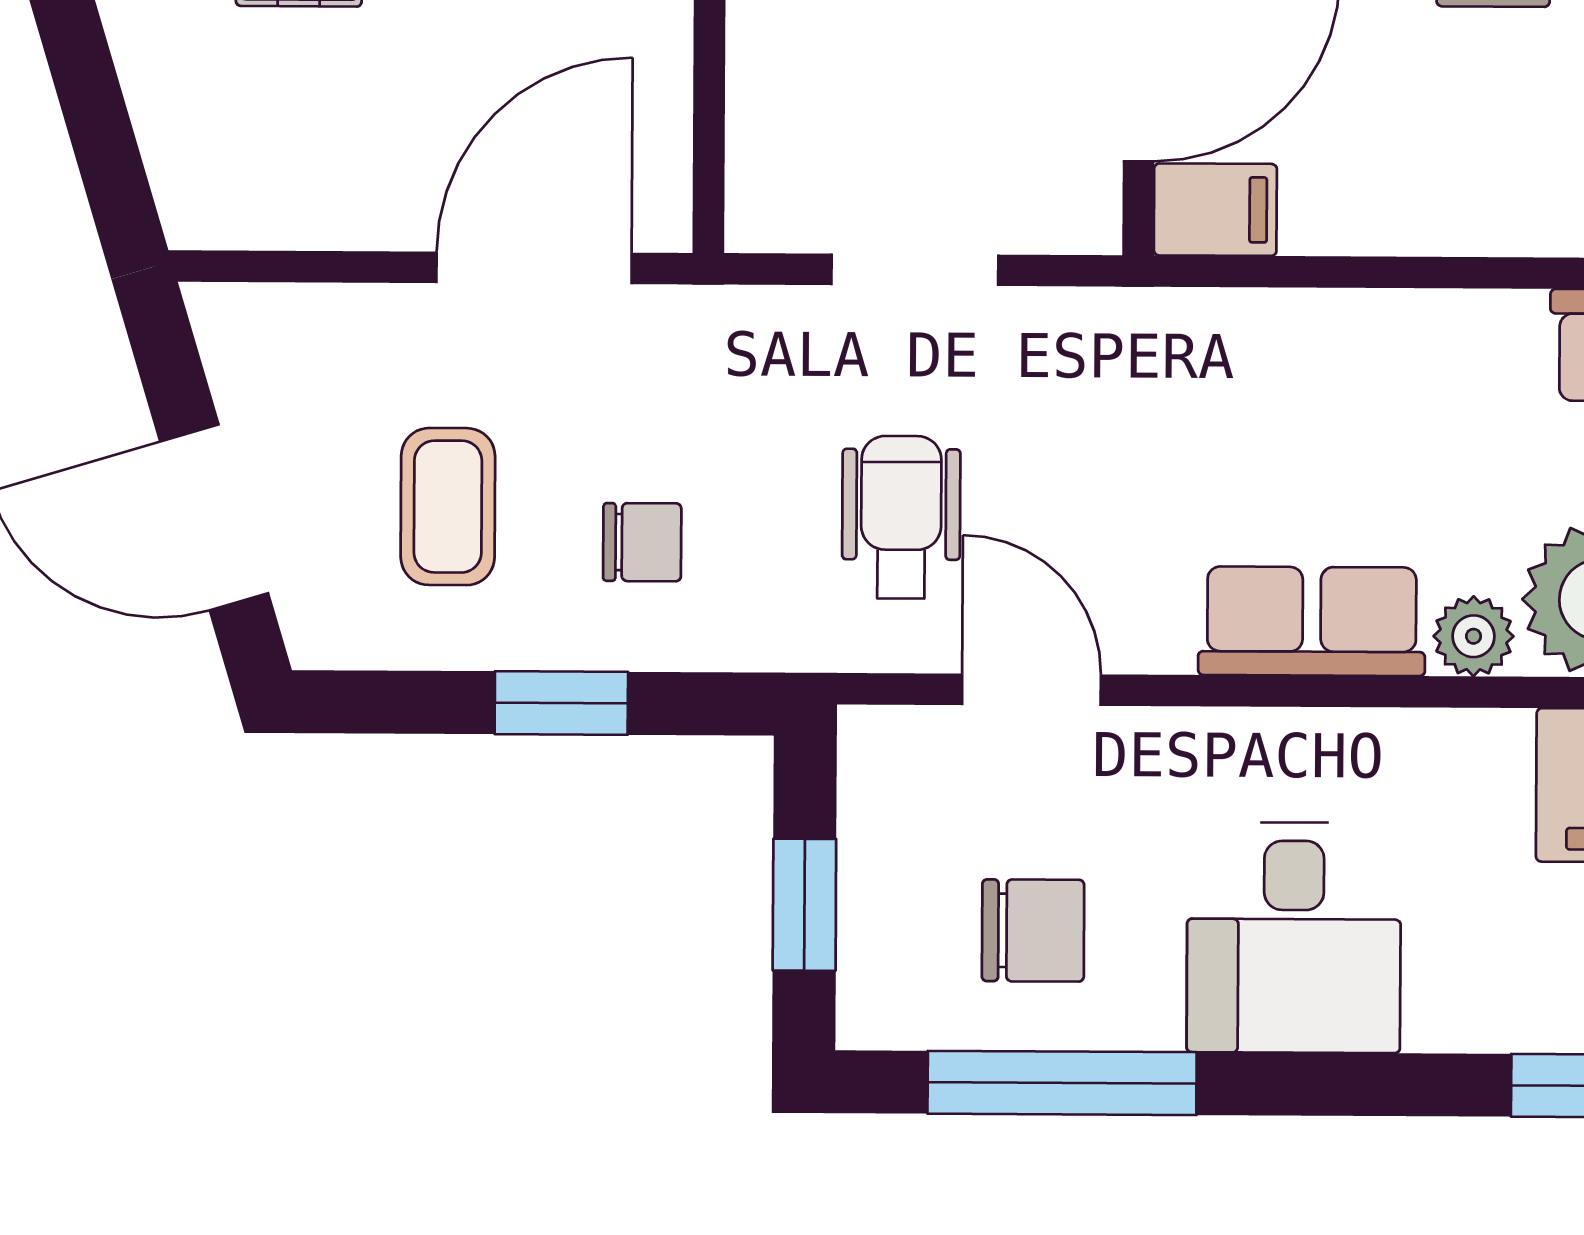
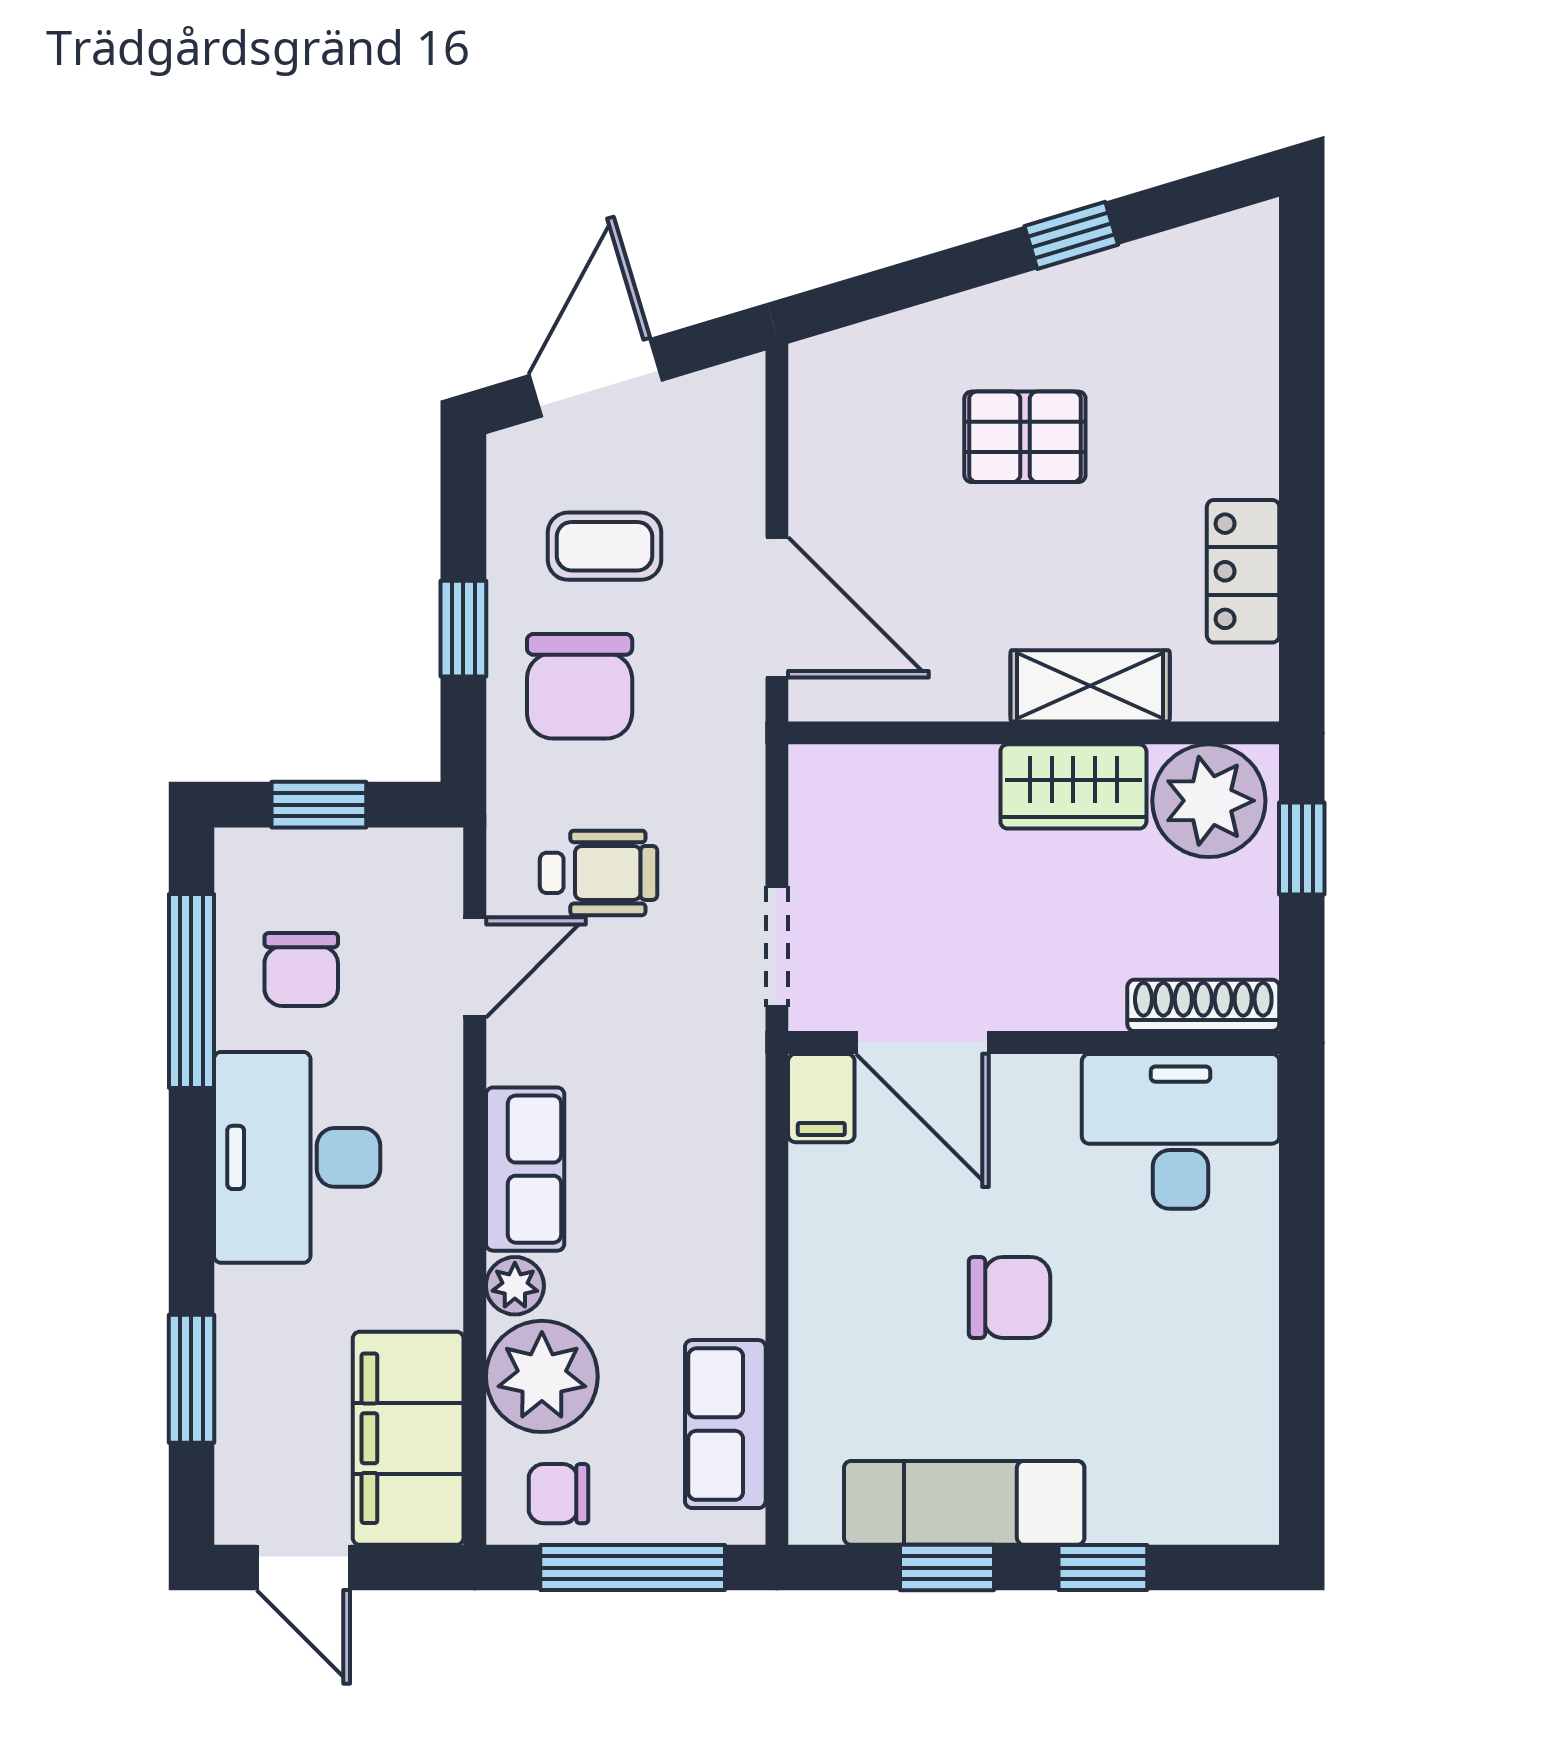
doorway: (915, 270) -> (777, 947), moved
chair: (642, 542) -> (580, 686), width x1.87, depth x1.87
desk: (1294, 938) -> (297, 1157), width x1.37

